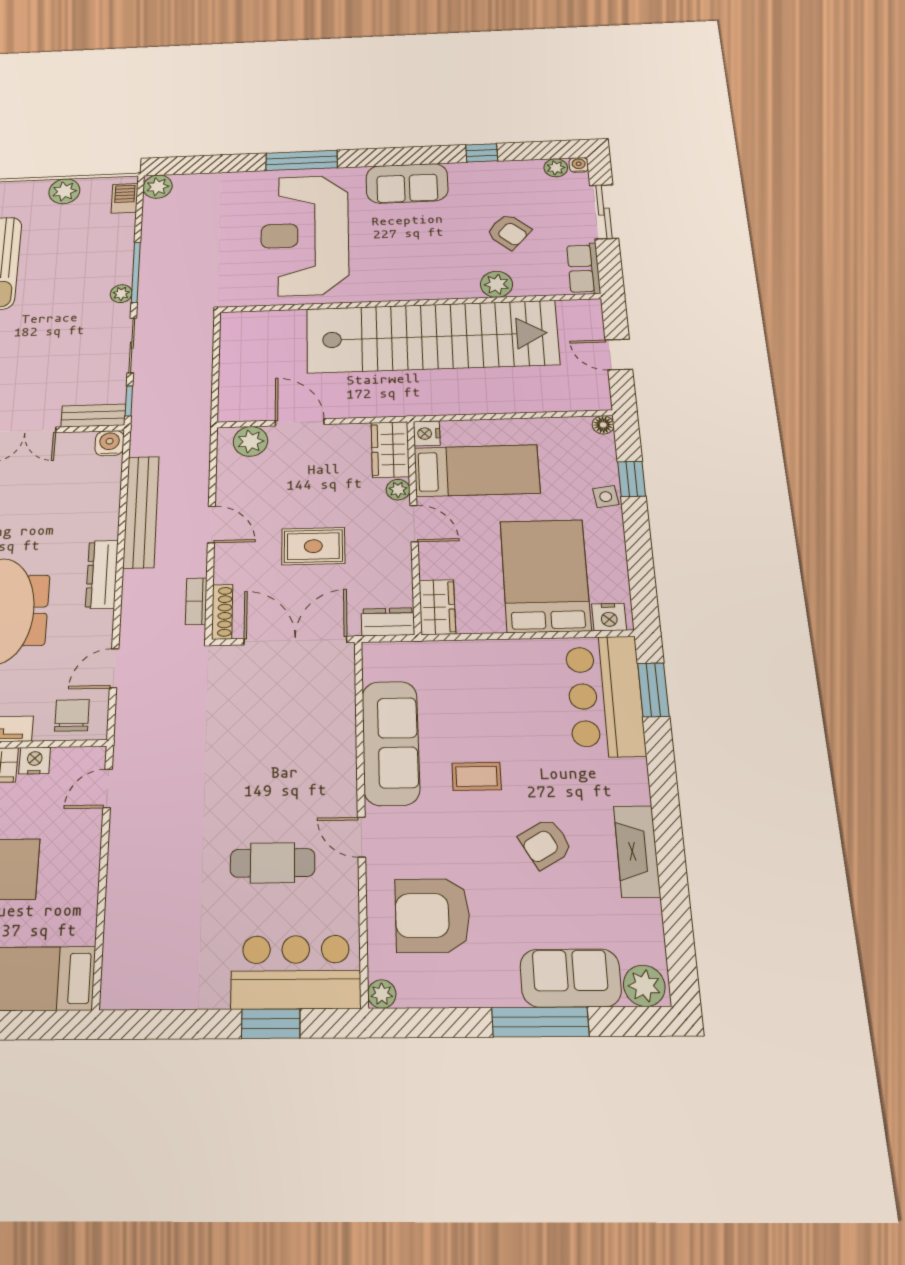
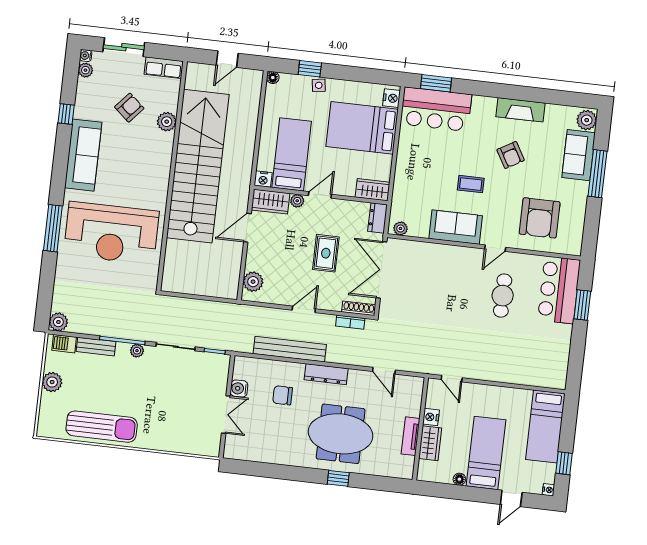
sofa: (407, 183) -> (83, 155), width x1.36
bench: (93, 416) -> (96, 347), moved, turned 90
door: (300, 422) -> (247, 228), moved
water cooler: (109, 443) -> (239, 389), moved
chair: (72, 715) -> (283, 395), moved
sofa: (391, 743) -> (456, 227), width x0.73
coffee table: (477, 776) -> (471, 184), turned 90
plant: (382, 994) -> (400, 228), moved

